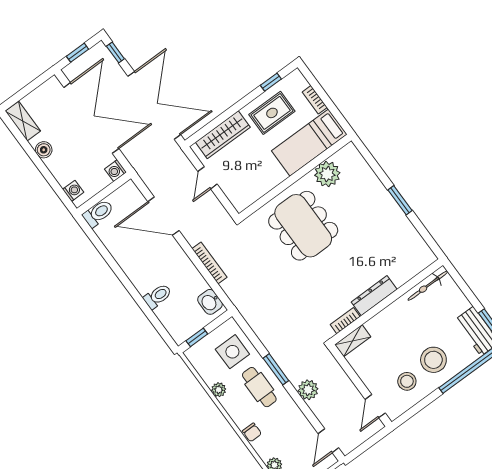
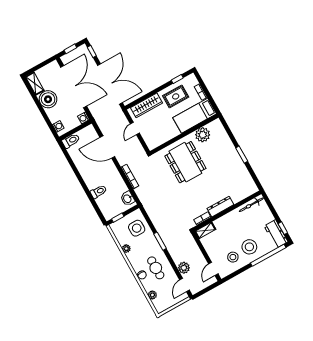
boiler: (44, 150) -> (48, 99), width x1.86, depth x1.86
cafe table: (259, 387) -> (156, 268), moved
plant: (308, 390) -> (184, 268), moved

